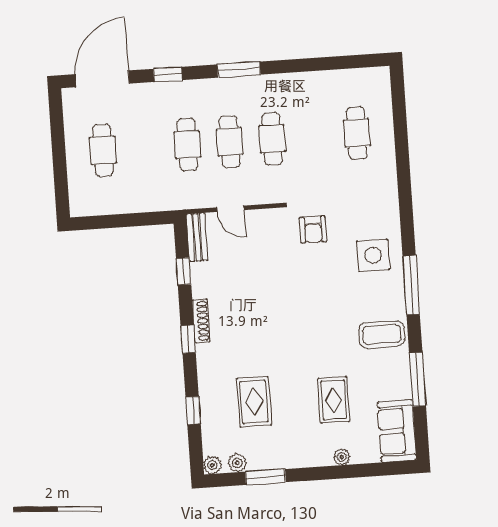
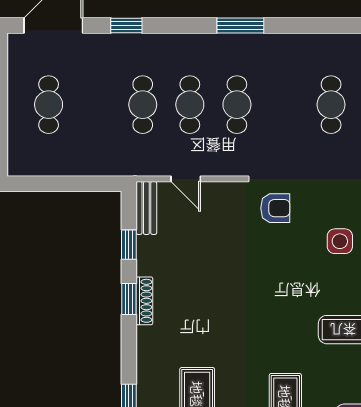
window: (239, 70) -> (240, 25), moved
armchair: (313, 229) -> (275, 208), turned -90
side table: (373, 255) -> (340, 241), width x0.73, depth x0.73
window: (188, 339) -> (129, 299), moved

